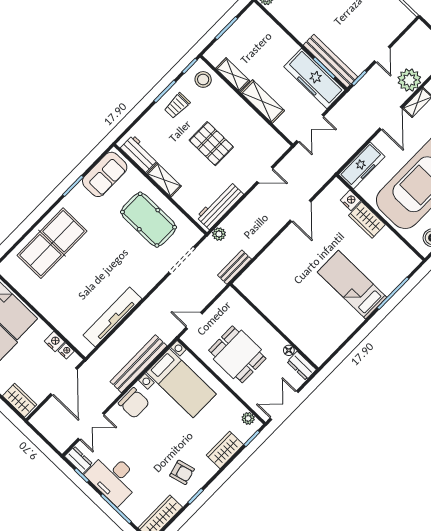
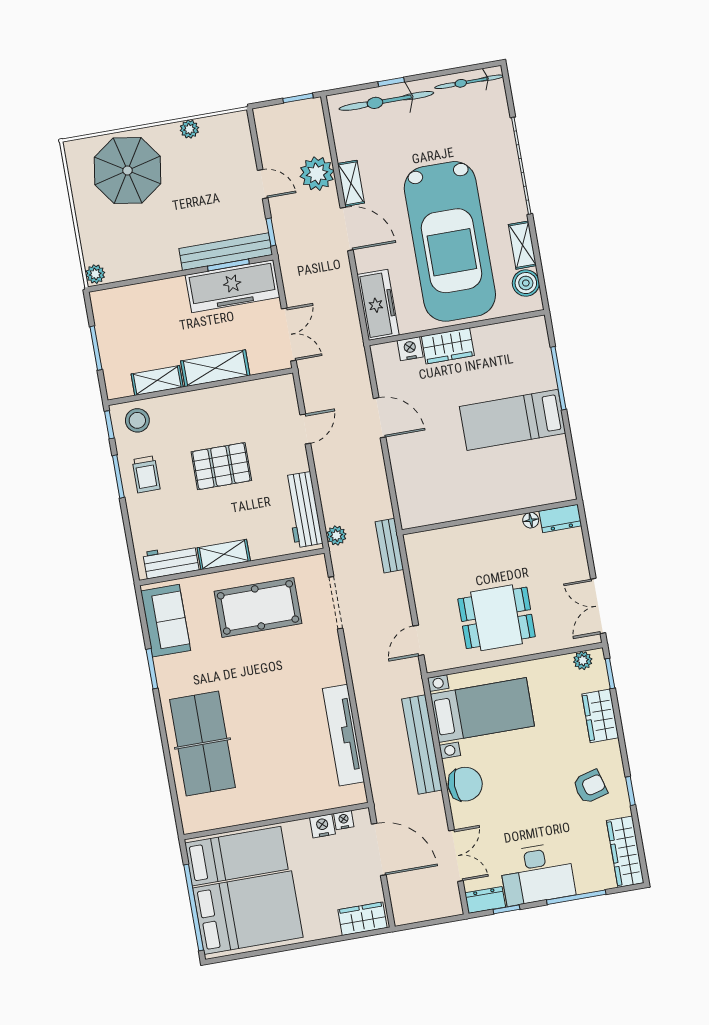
wall: (274, 327) -> (490, 517), moved
floor lamp: (289, 350) -> (531, 520), moved
dresser: (302, 366) -> (560, 518), moved

